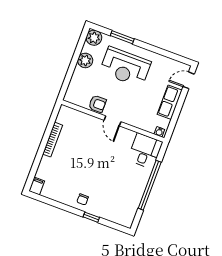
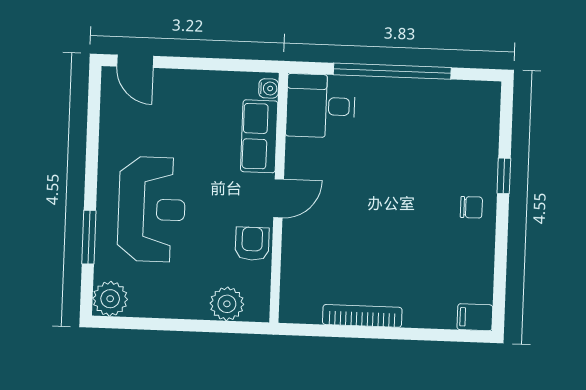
plant: (85, 60) -> (227, 304), moved
row of seats: (170, 102) -> (259, 136), moved, turned 90

